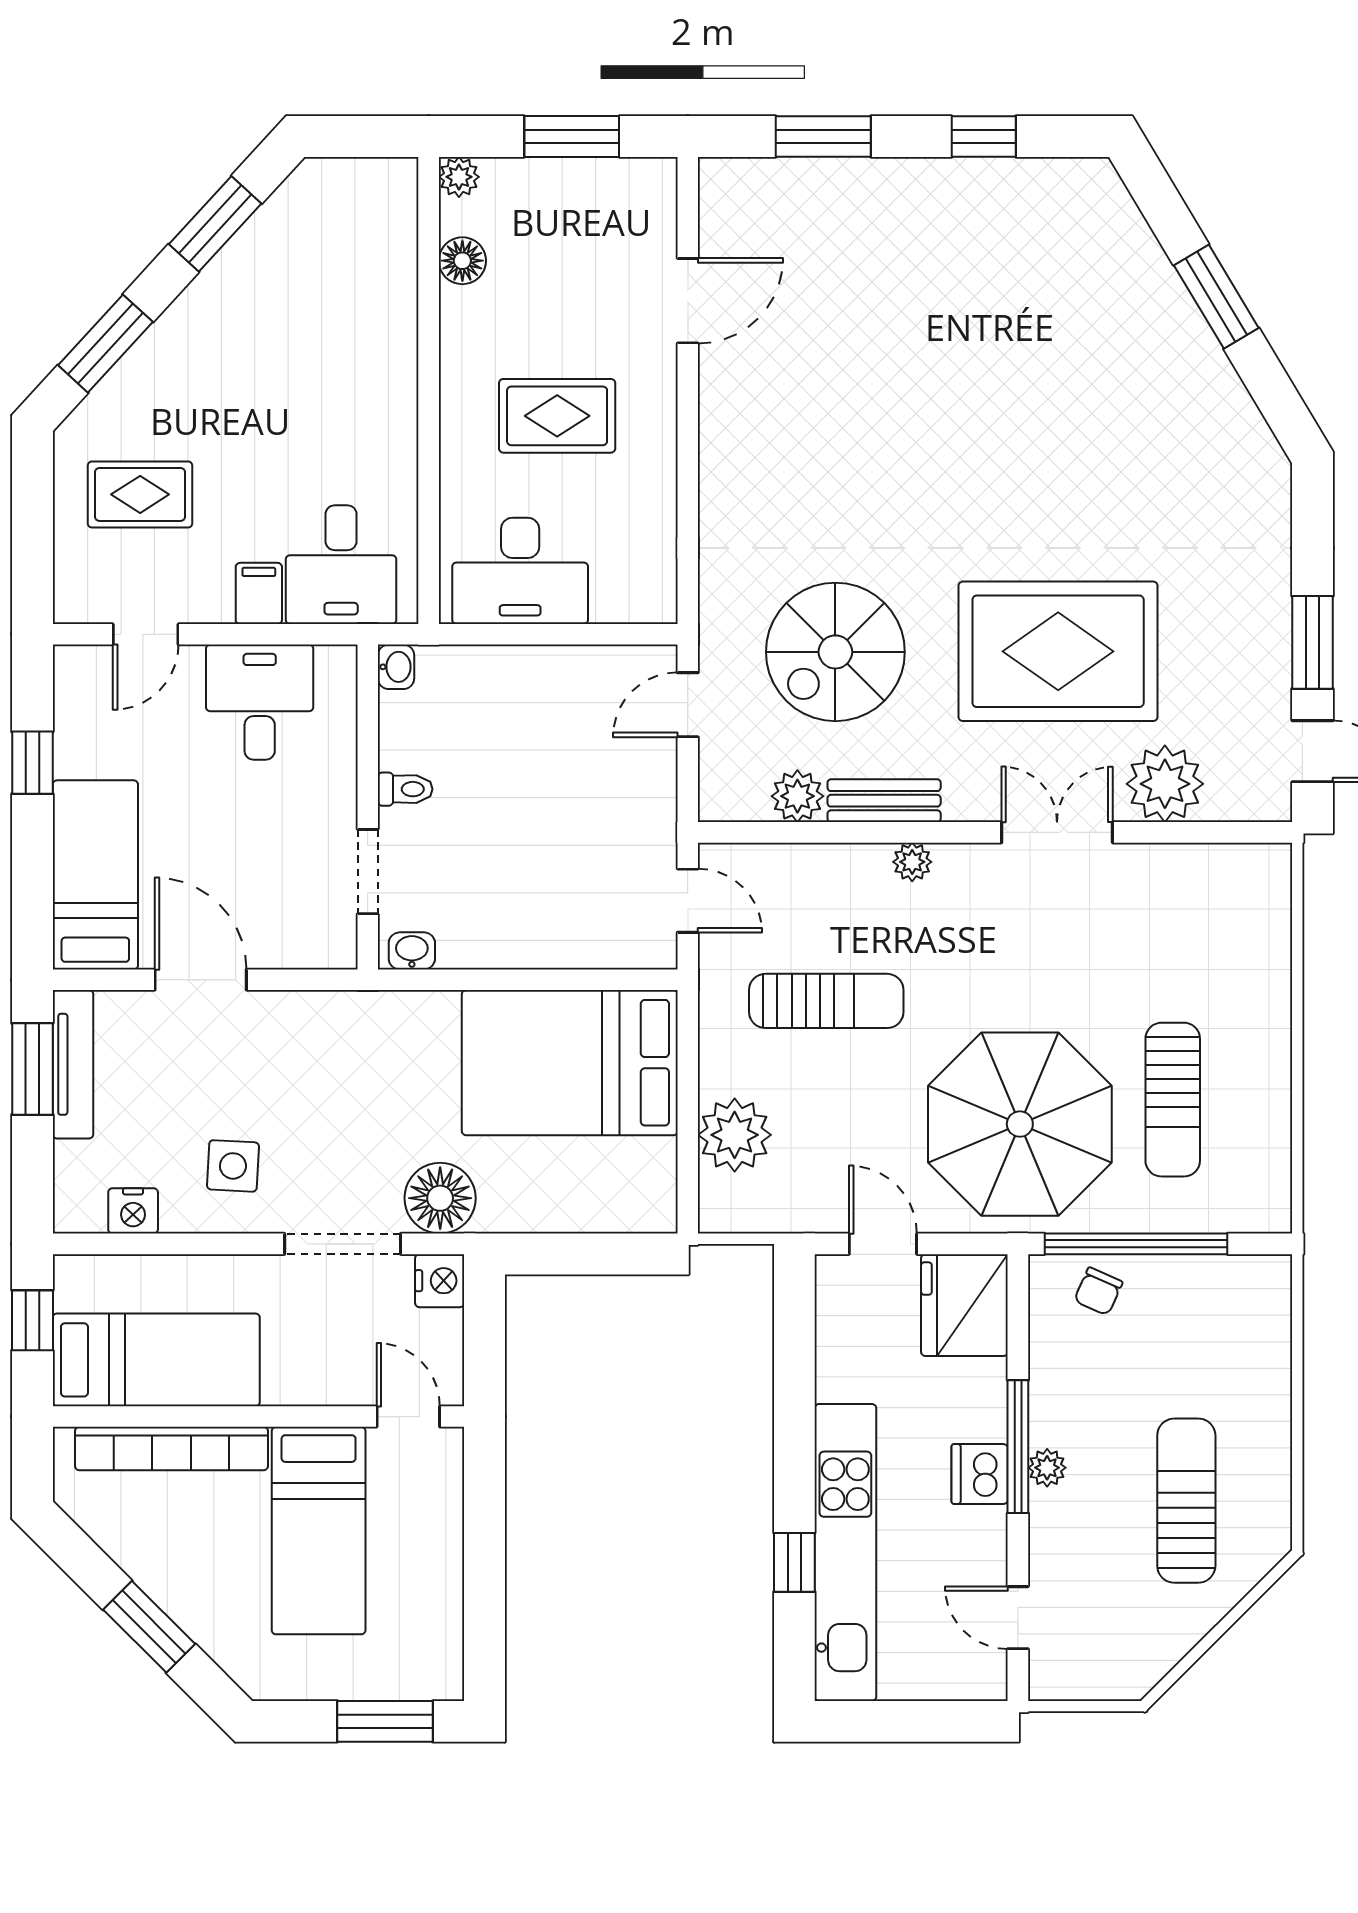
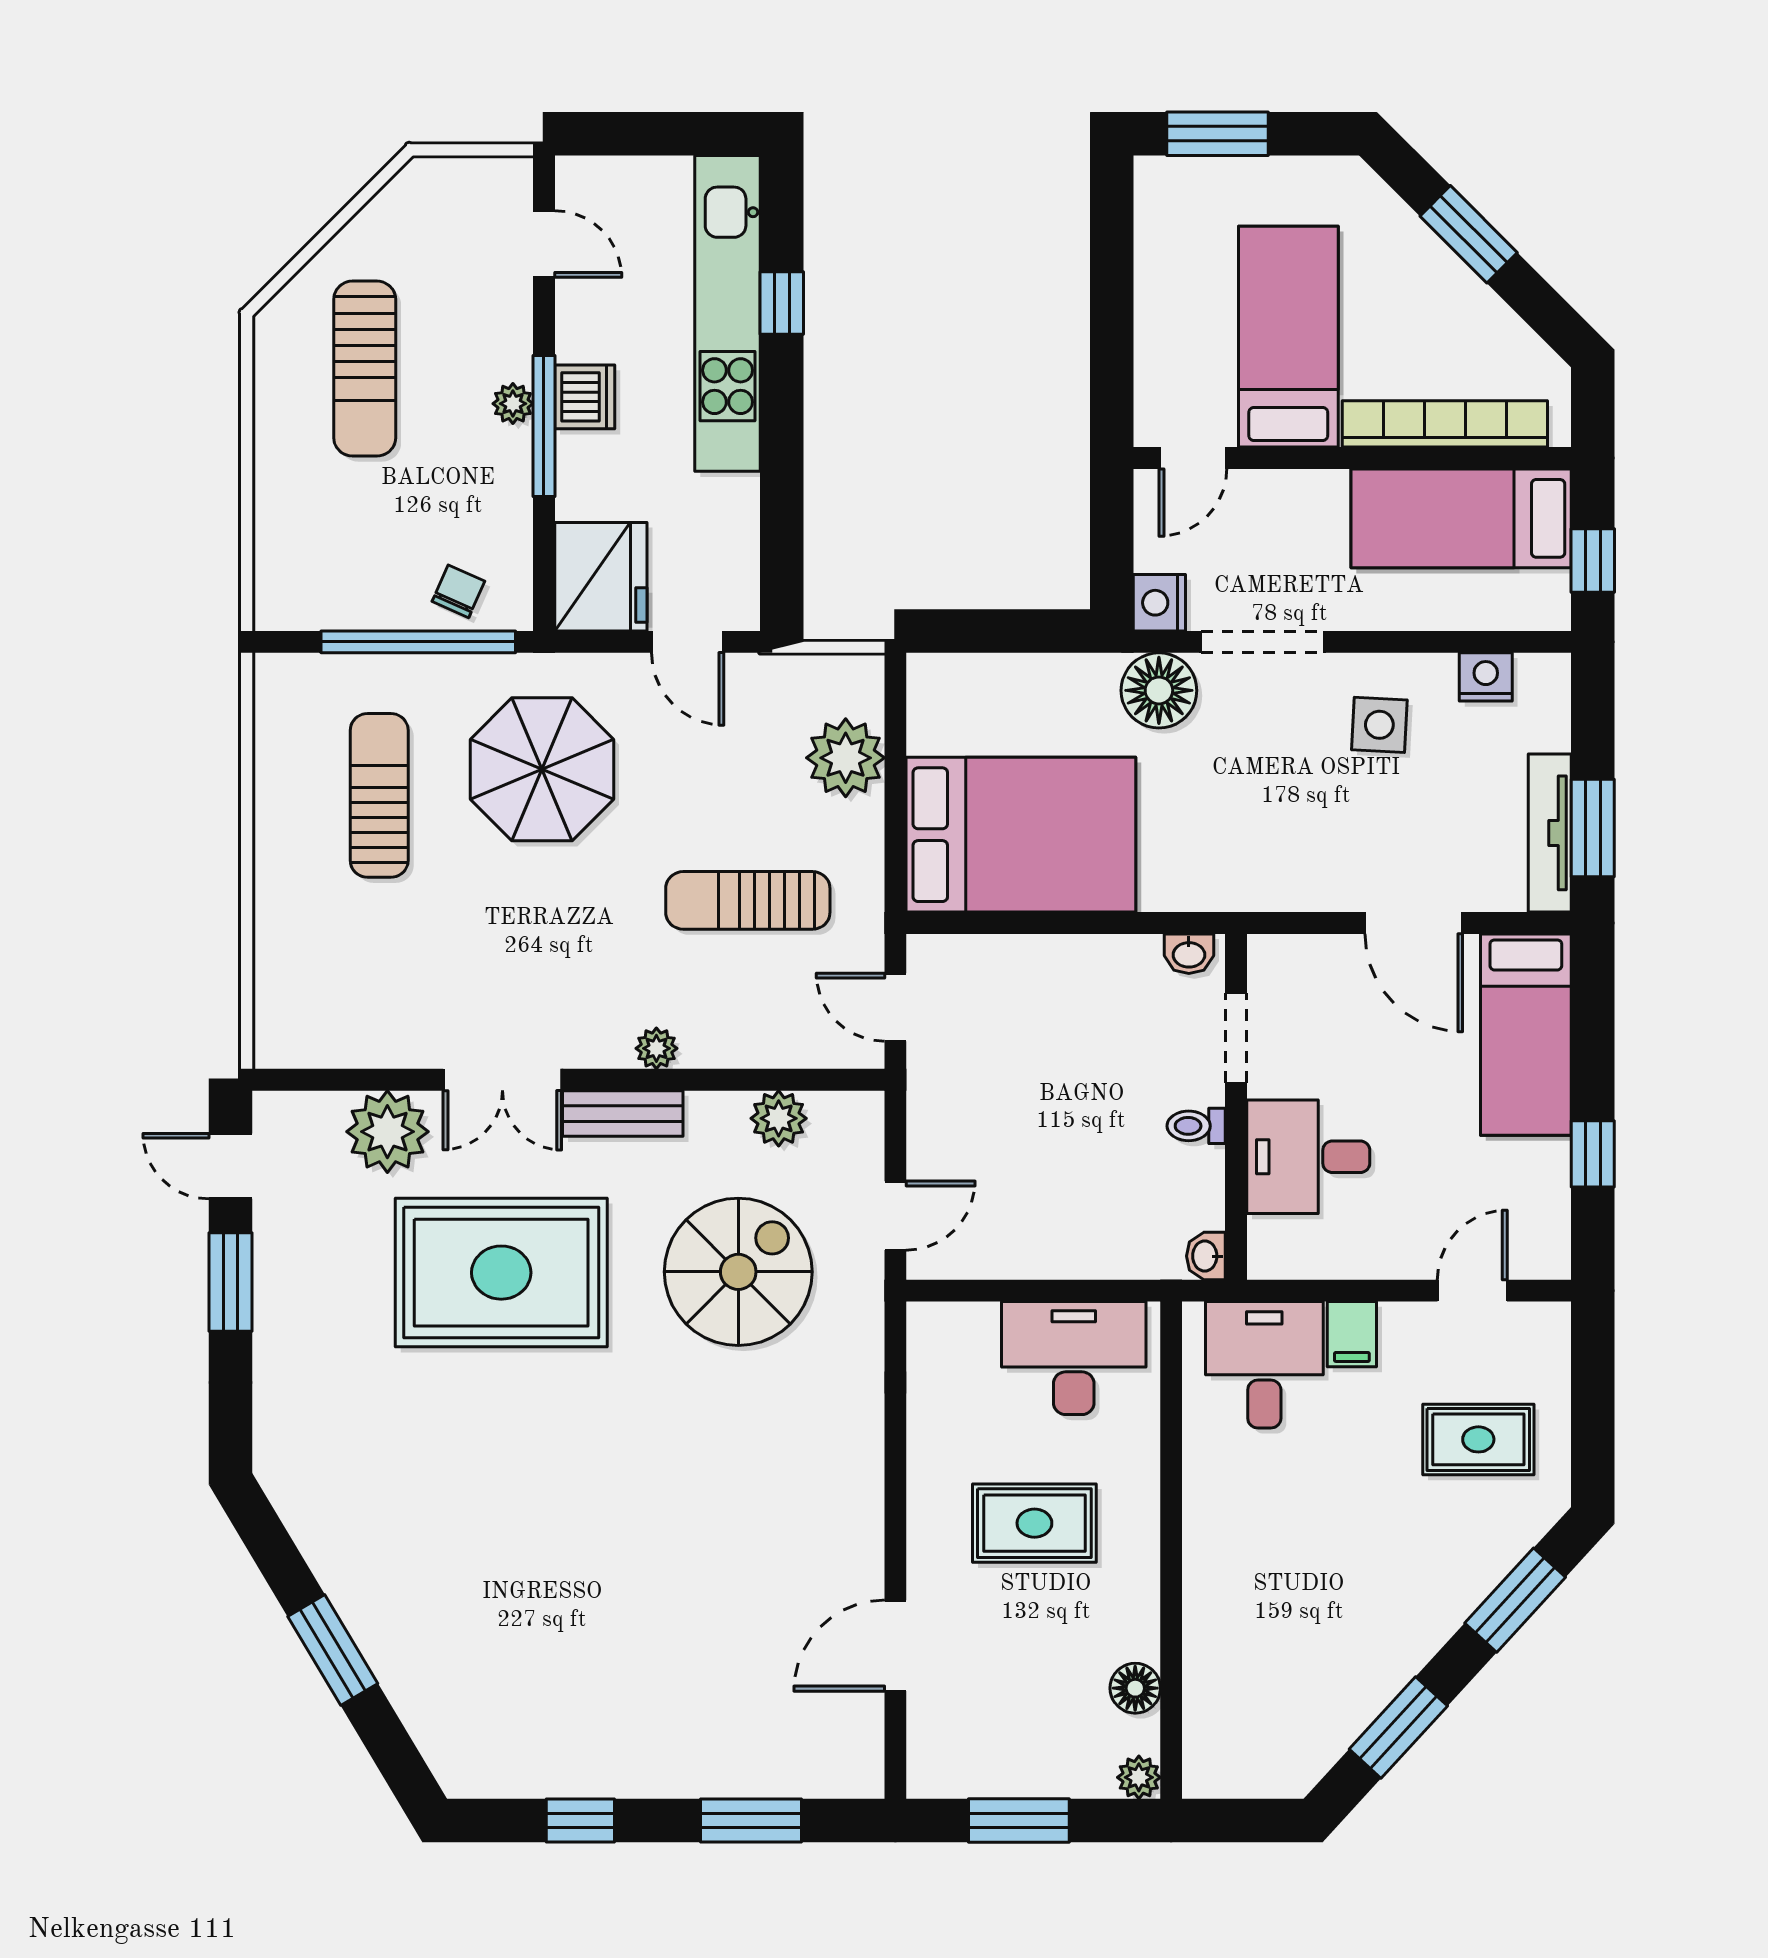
desk: (260, 702) -> (1308, 1157), moved, turned 90
bench: (884, 801) -> (623, 1114), moved
parasol: (1020, 1124) -> (542, 769), width x0.73, depth x0.73
door: (408, 1417) -> (1193, 458), hinge flipped

